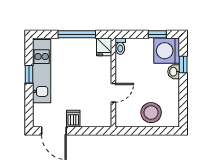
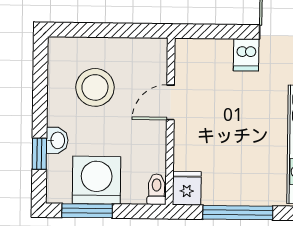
window: (157, 34) -> (87, 211), width x1.50
washing machine: (167, 51) -> (97, 180), moved, turned -90
stool: (151, 113) -> (95, 87), moved

